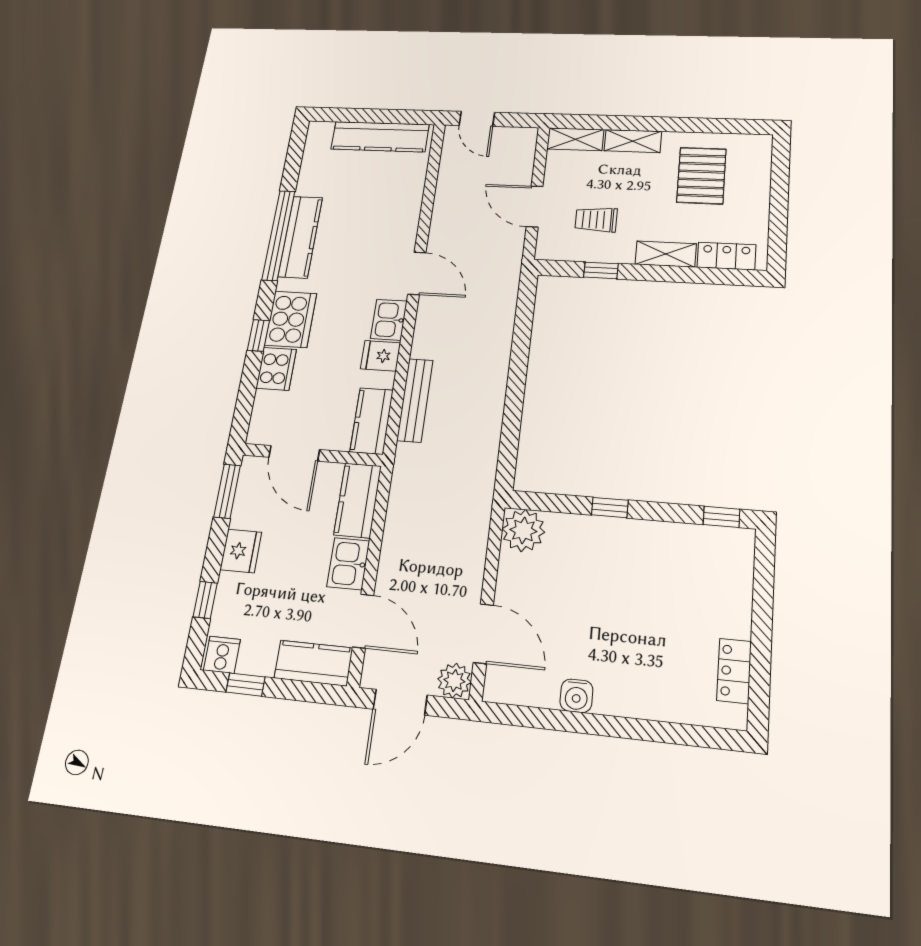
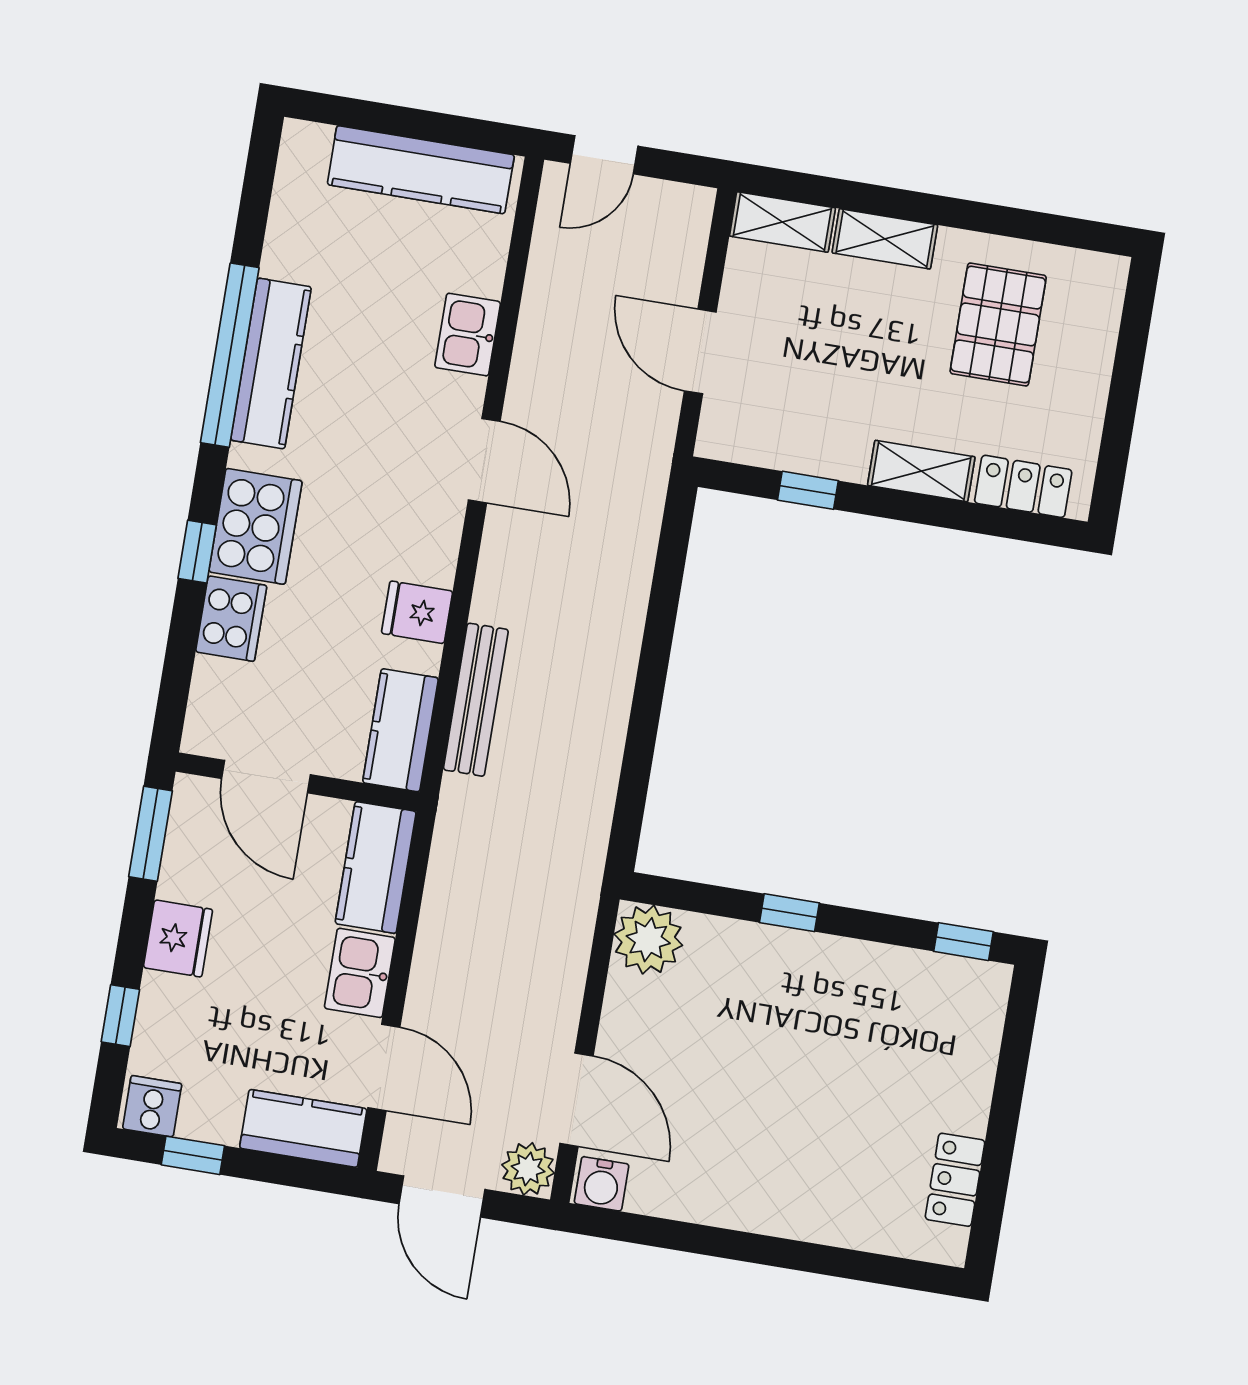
door: (477, 119) -> (604, 155), hinge flipped
trolley: (596, 220) -> (807, 390), removed
kitchen sink: (389, 320) -> (468, 335), moved
water cooler: (576, 696) -> (602, 1184), moved
door: (400, 702) -> (442, 1197), hinge flipped

